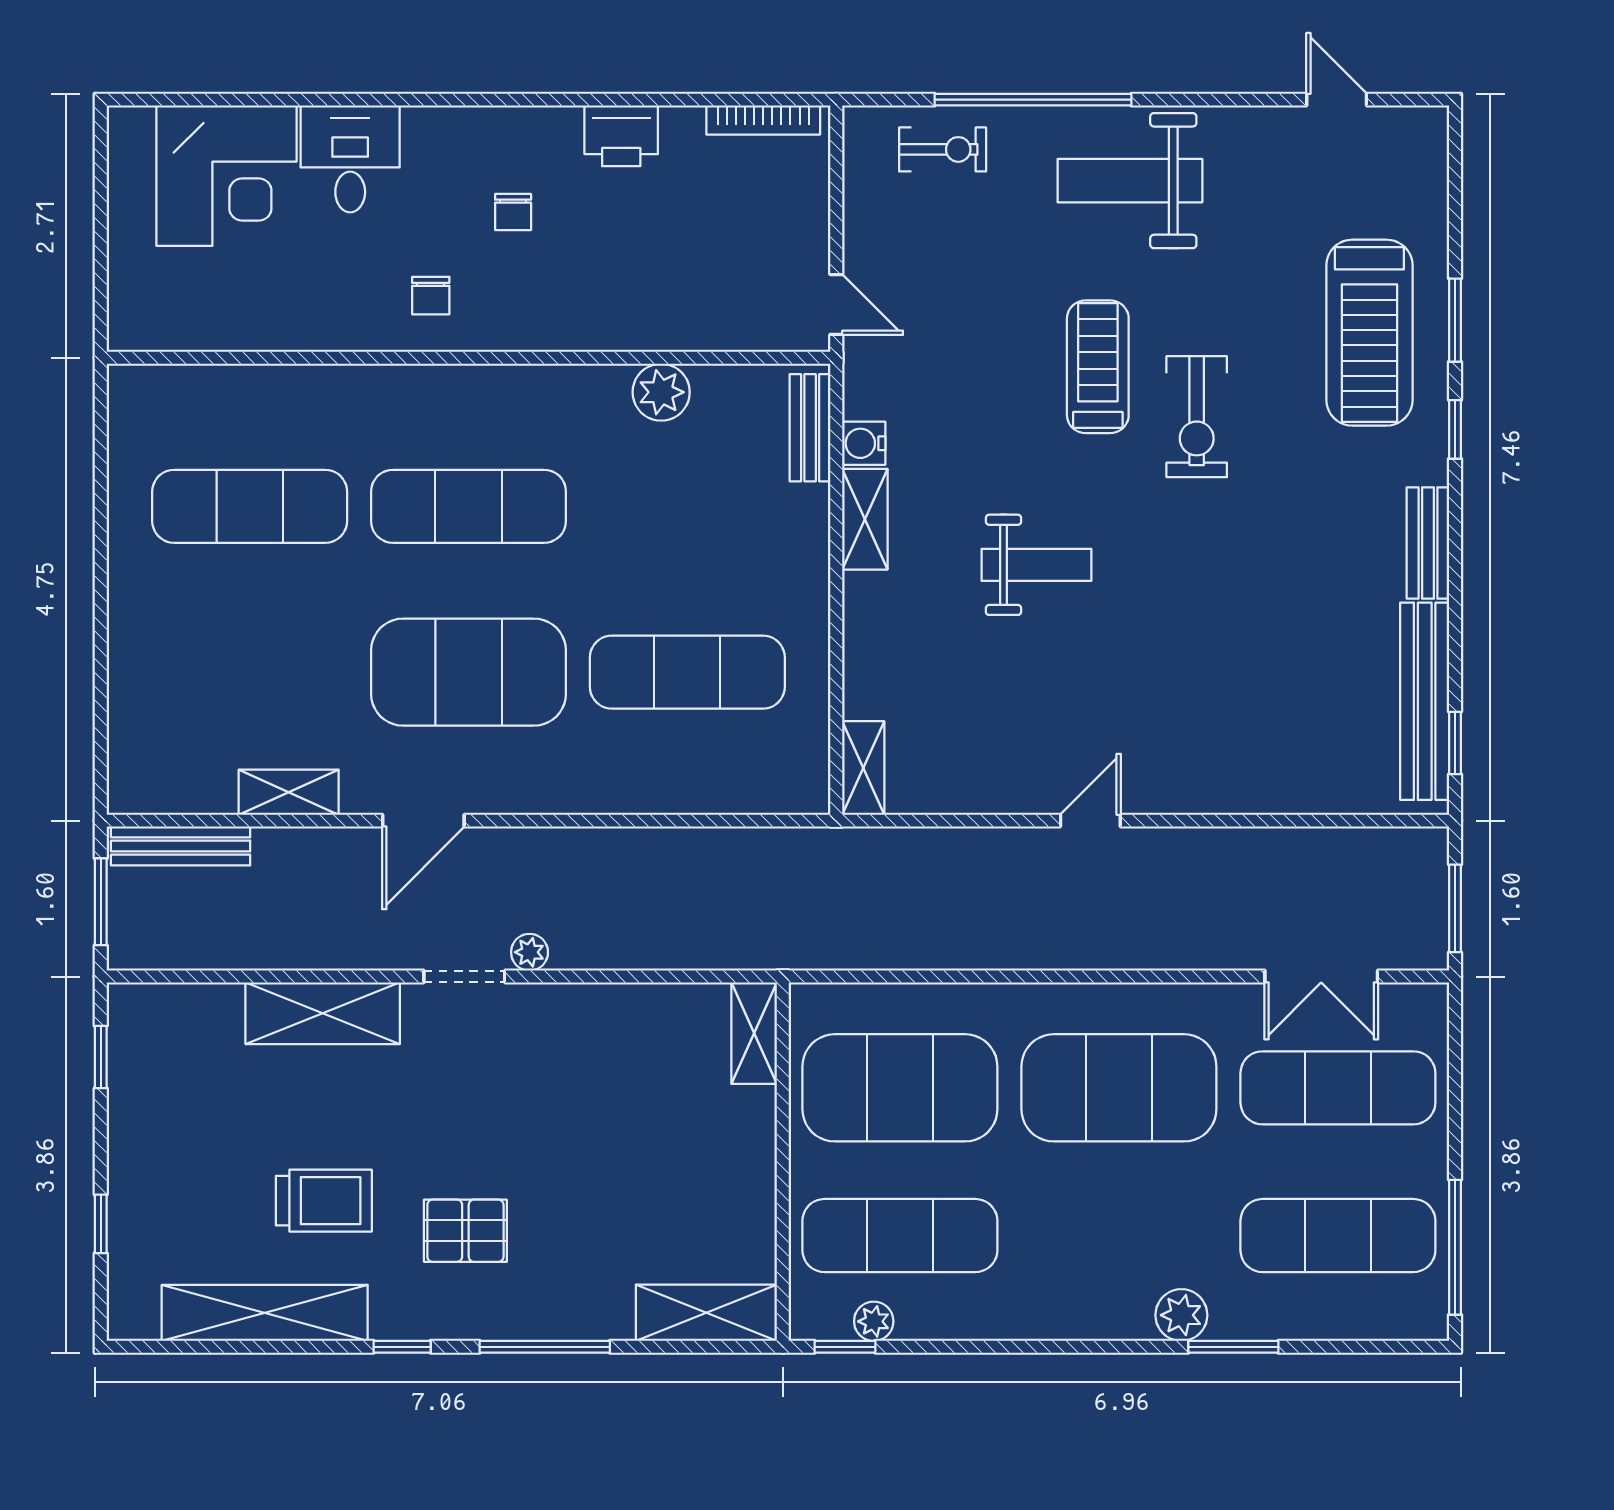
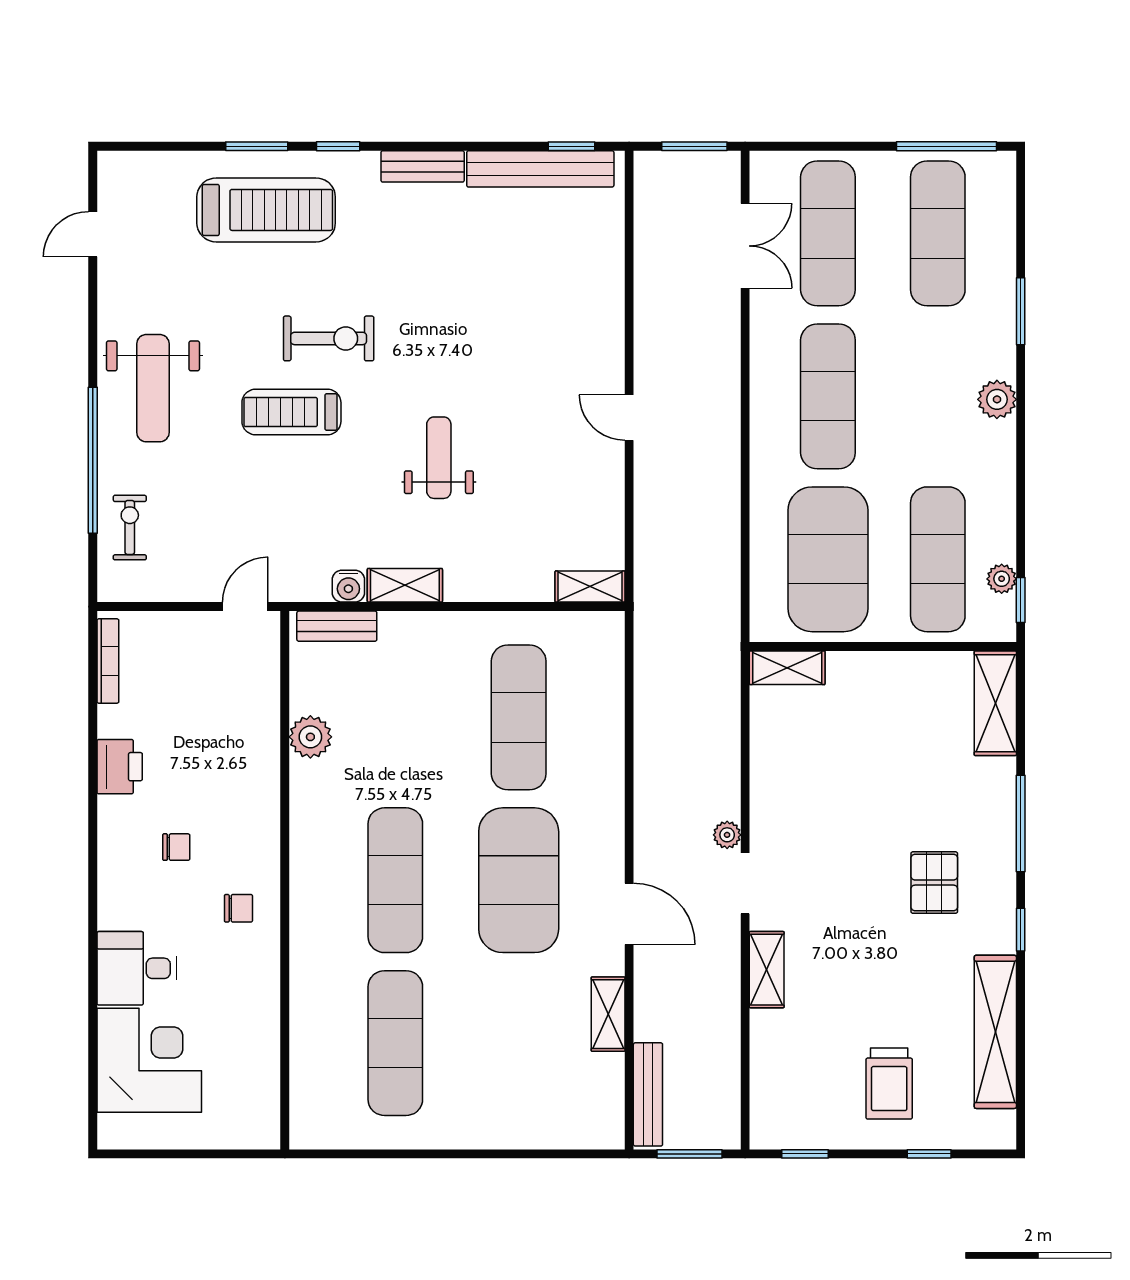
shelving: (323, 1013) -> (767, 970), width x0.67, depth x0.75
exercise mat: (1119, 1088) -> (828, 396), width x0.68
trolley: (324, 1201) -> (889, 1084), moved, turned 180
plant: (1181, 1315) -> (997, 399), moved

